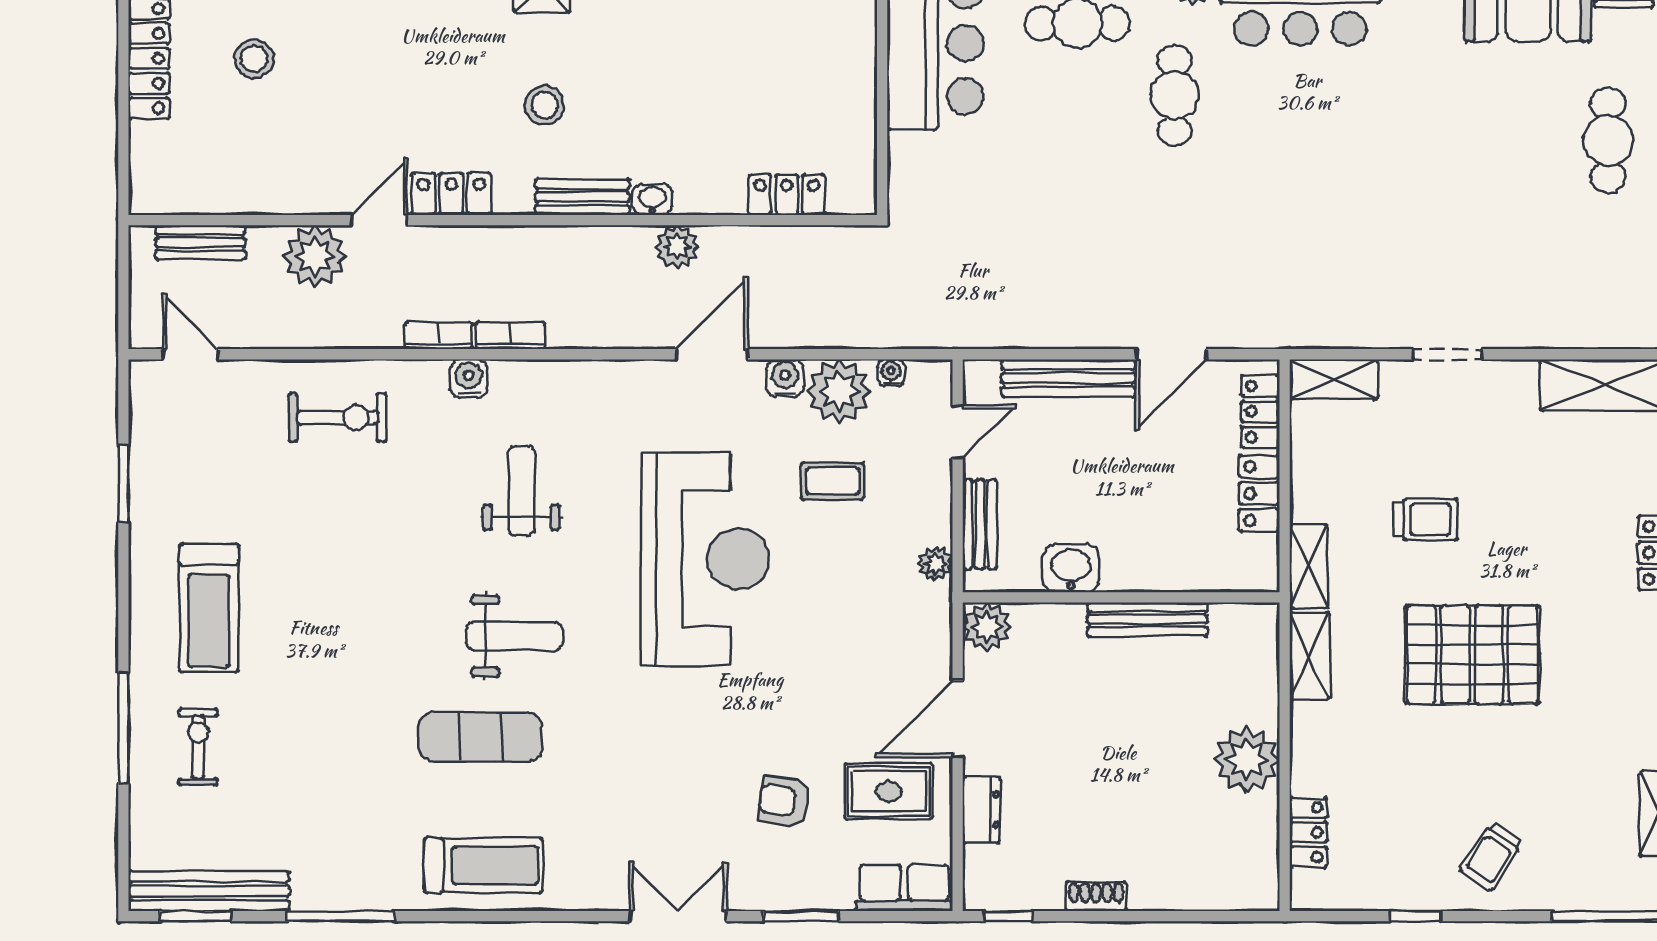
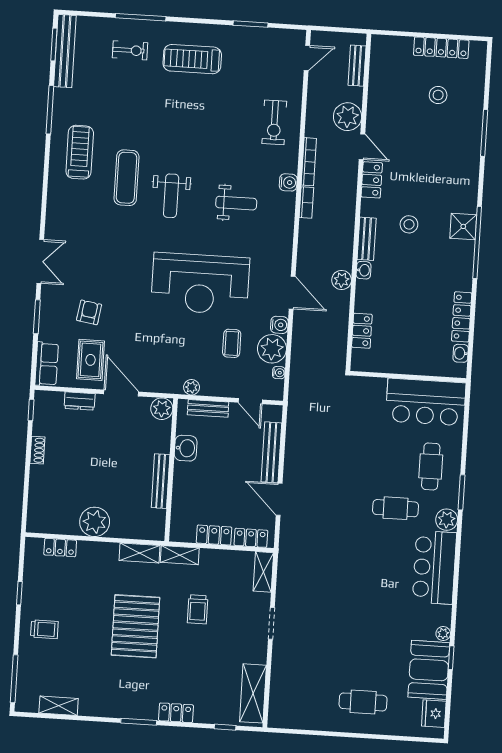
bookcase: (439, 336) -> (309, 162), width x1.56
trolley: (1491, 856) -> (44, 629), turned 147
treadmill: (483, 865) -> (80, 152), moved, turned 180

